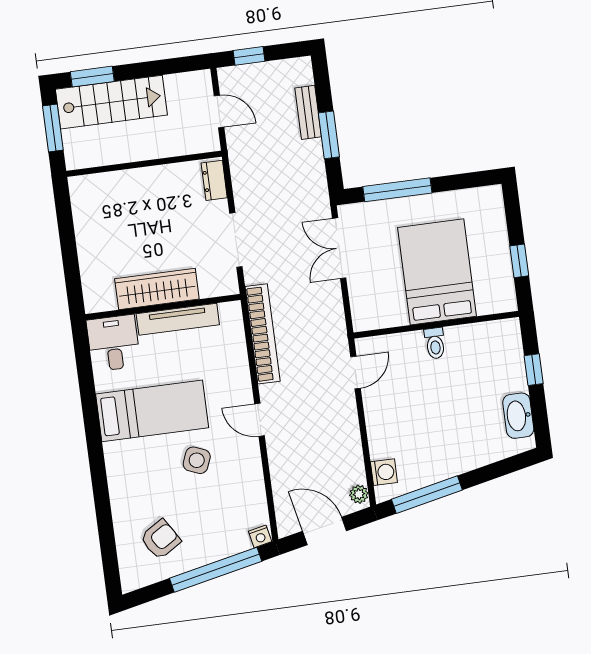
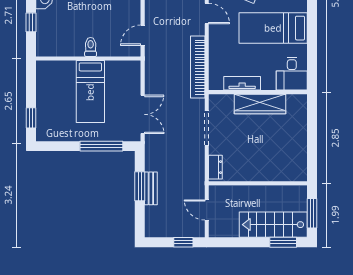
bench: (308, 112) -> (151, 188), moved
window: (519, 261) -> (31, 118), moved
bed: (437, 272) -> (90, 92), width x0.67
tv unit: (178, 319) -> (242, 83), width x0.71

